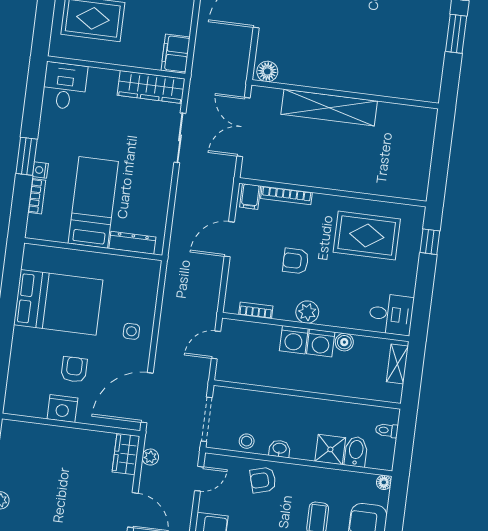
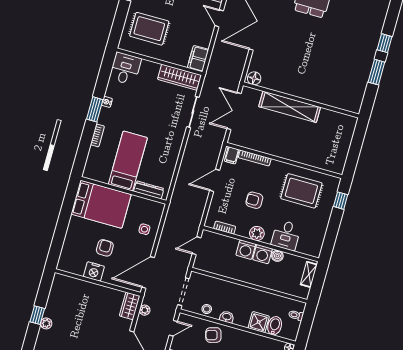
nightstand: (40, 170) -> (107, 102), moved
bed: (93, 202) -> (128, 161), moved
dresser: (132, 243) -> (149, 190), moved
wall: (93, 249) -> (123, 190), moved
desk: (391, 314) -> (286, 235), moved, turned 90

